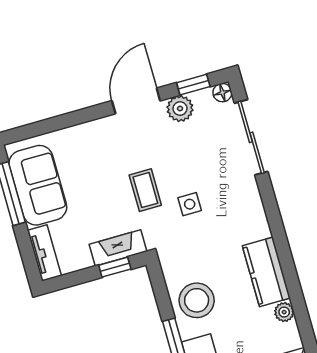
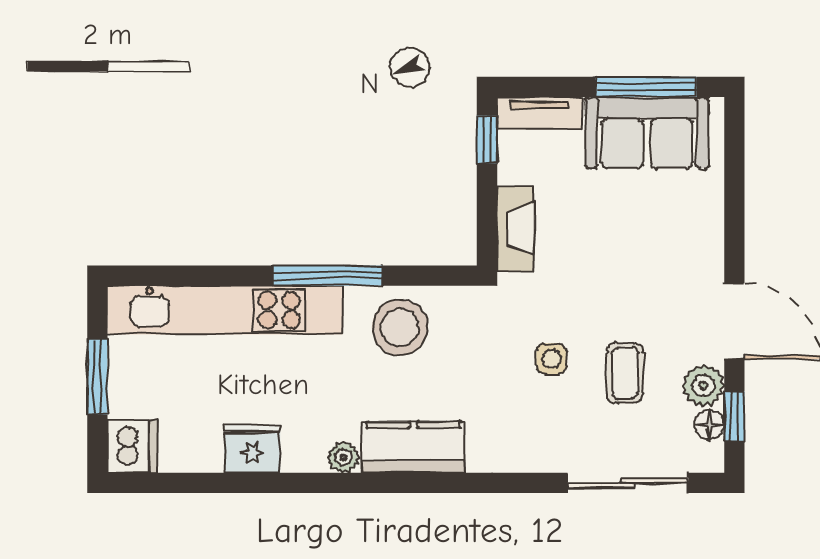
floor lamp: (222, 93) -> (709, 425), moved
coffee table: (145, 190) -> (625, 373), moved, turned 90
window: (115, 267) -> (487, 139), moved

